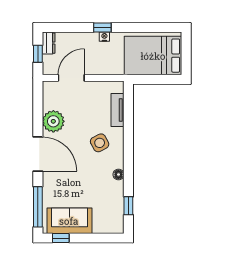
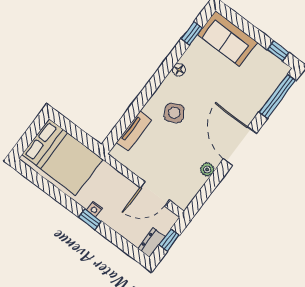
plant: (53, 121) -> (207, 169), width x0.53, depth x0.53
sofa: (69, 221) -> (227, 38), moved

